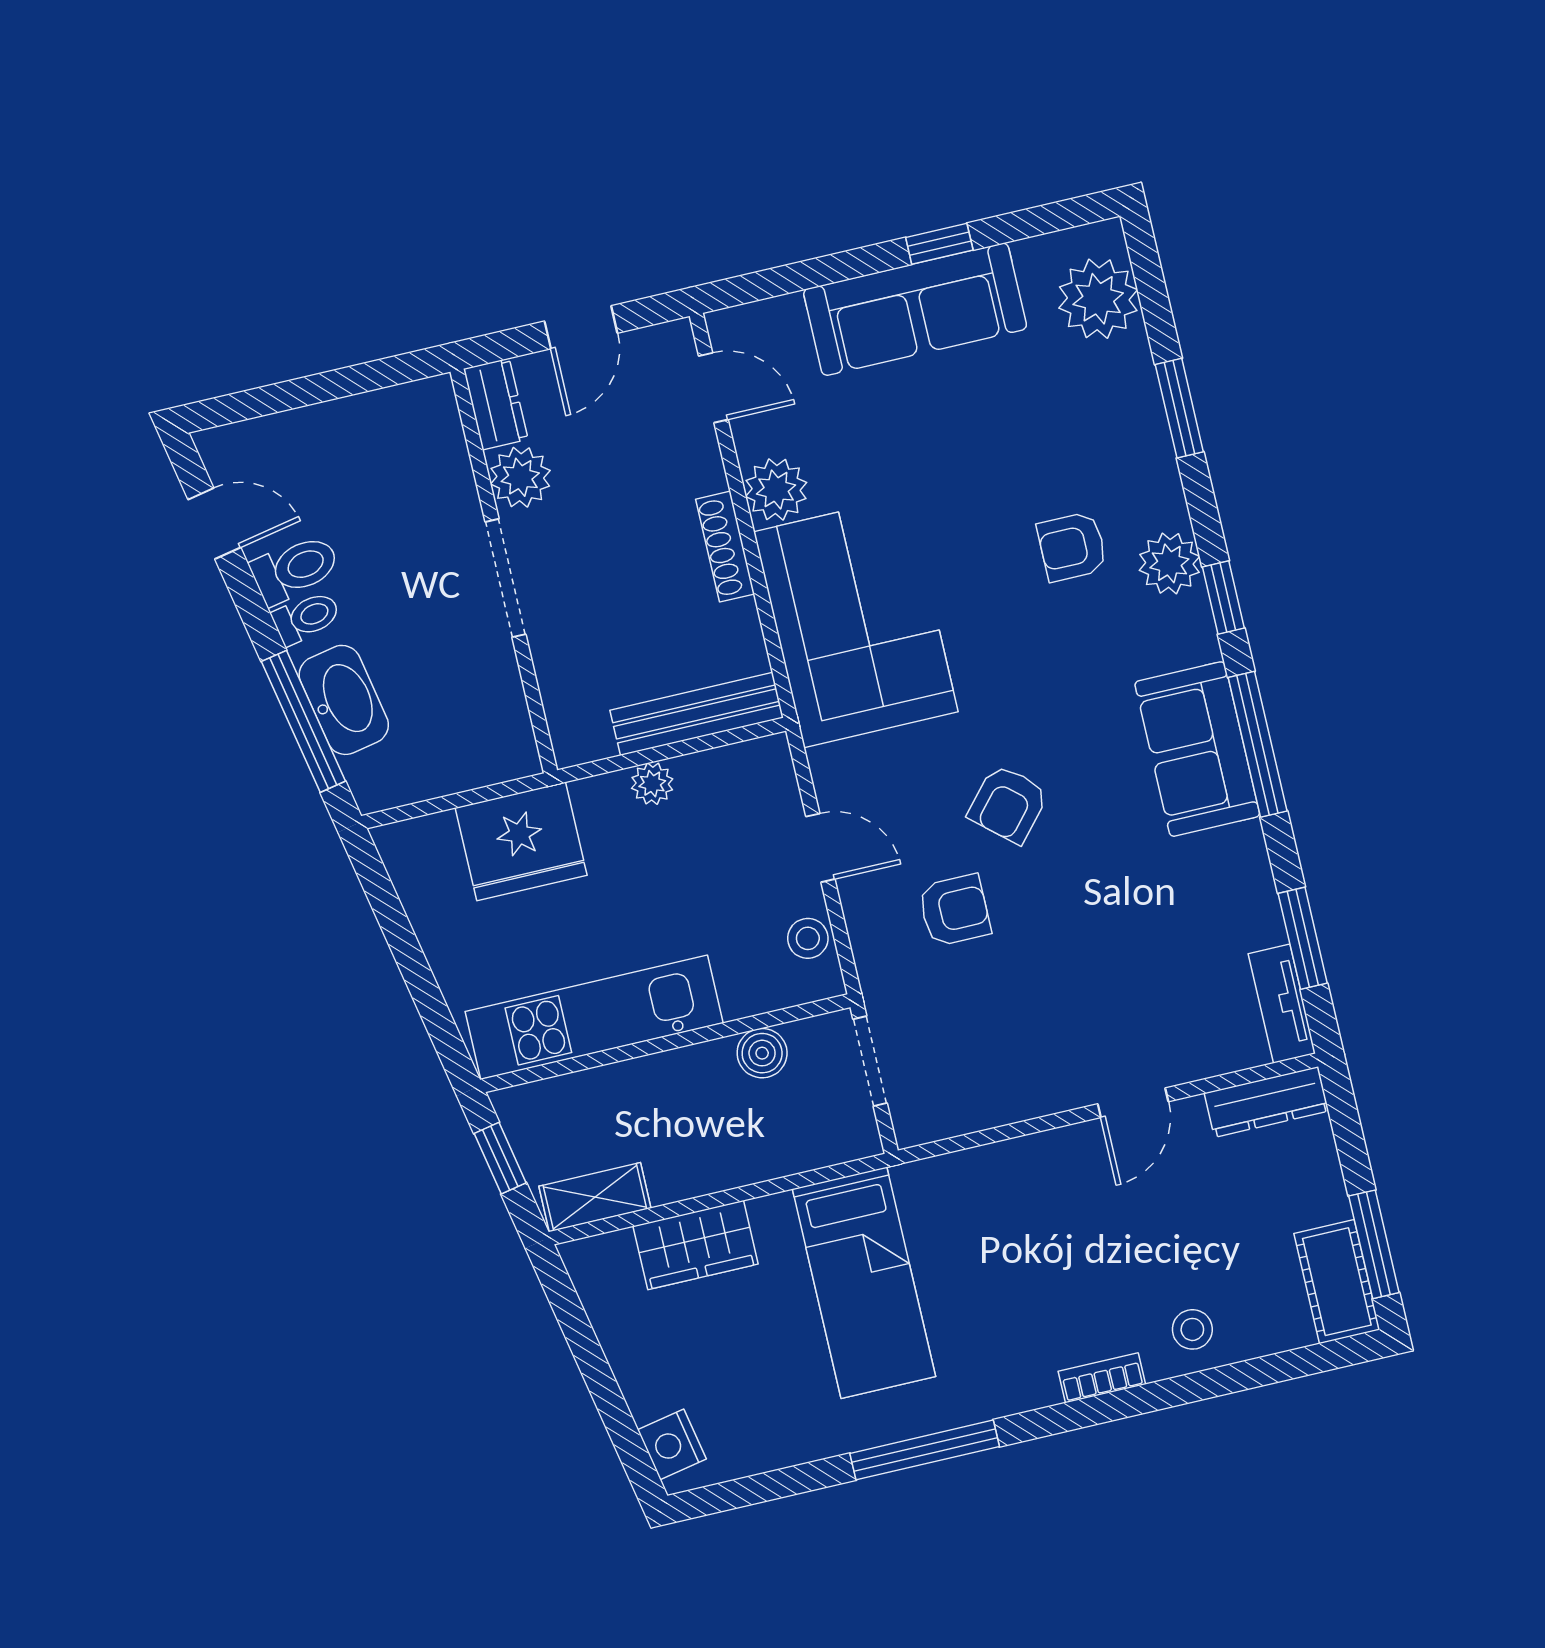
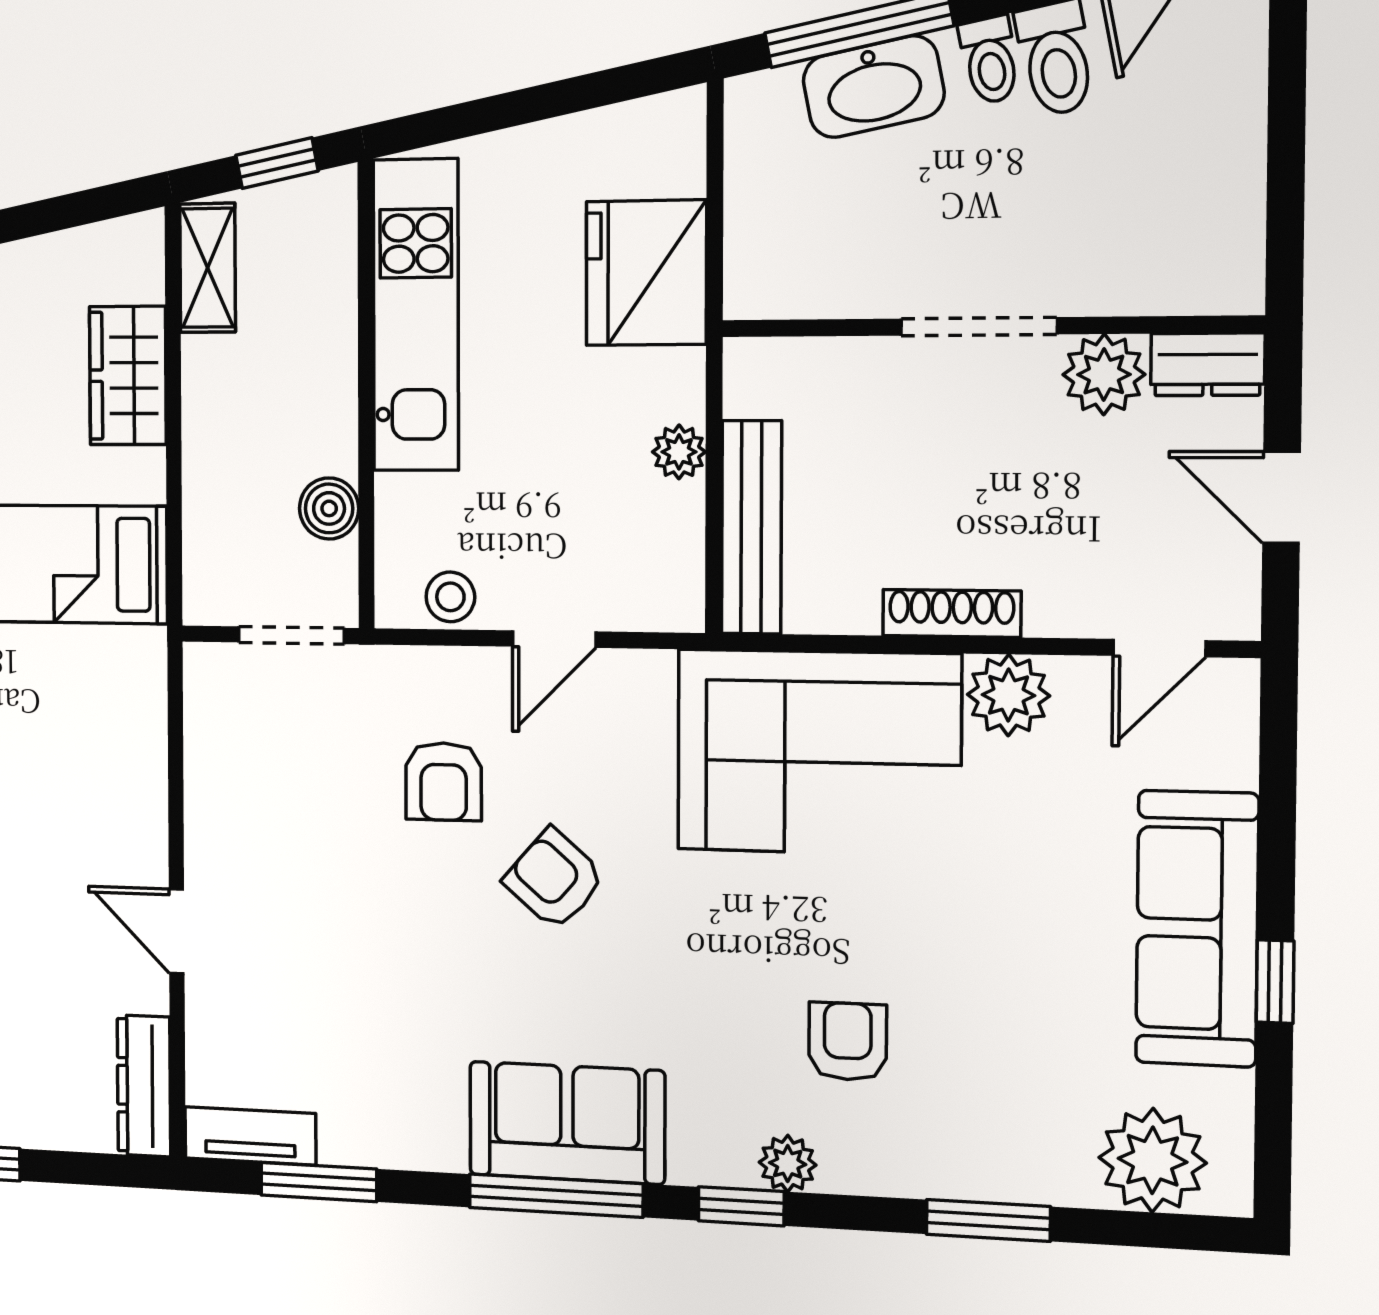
plant: (1169, 563) -> (788, 1164), width x0.73, depth x0.73

